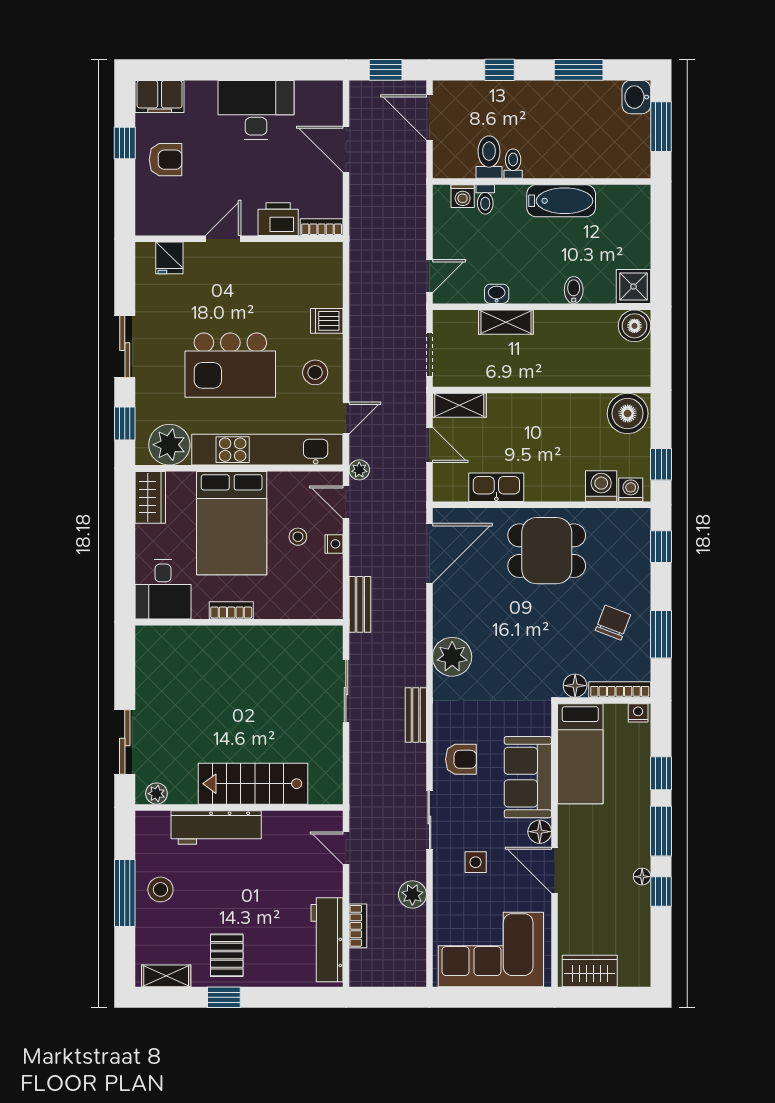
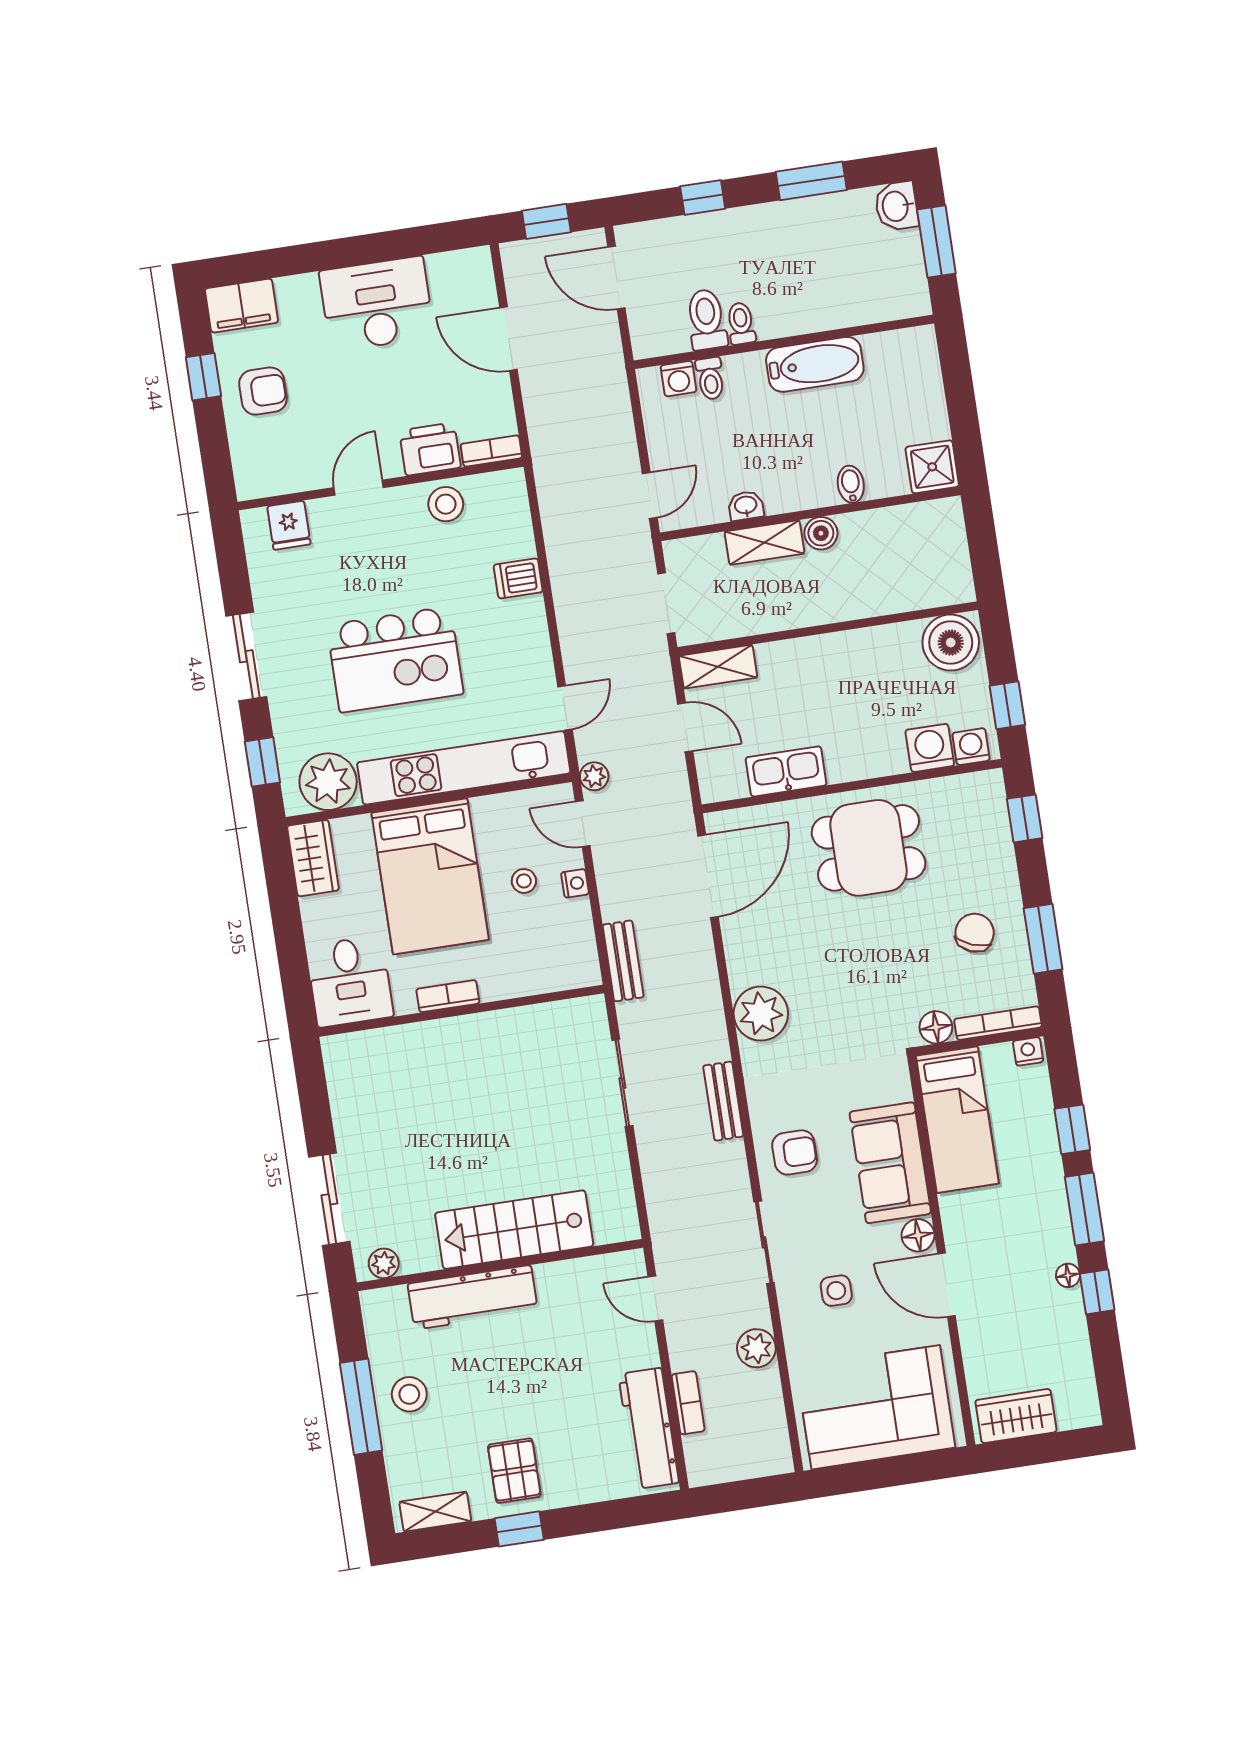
boiler: (634, 326) -> (821, 533), moved, width x0.73, depth x0.73
stool: (315, 372) -> (446, 504), moved

